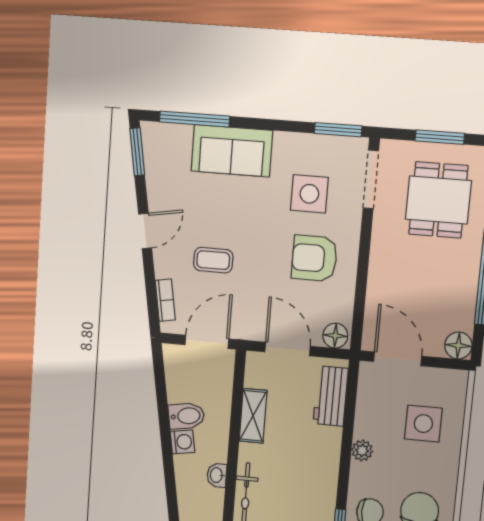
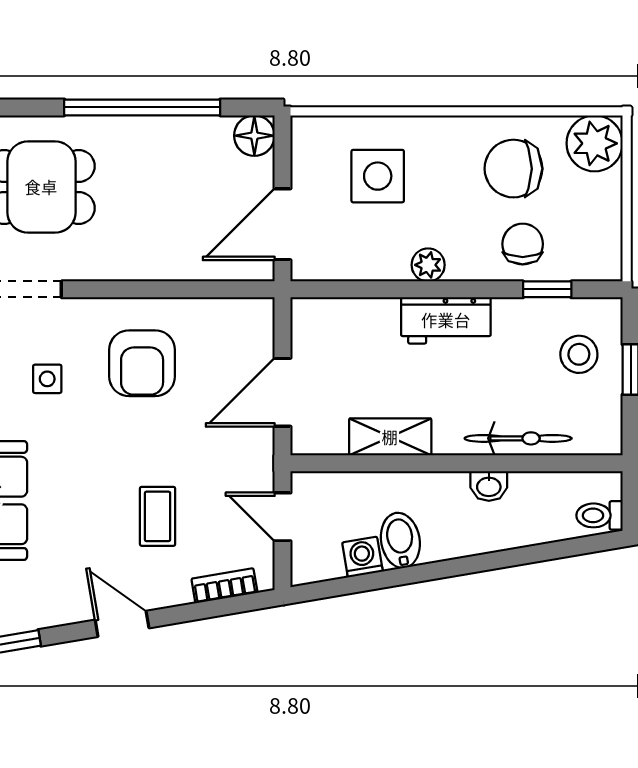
side table: (309, 194) -> (47, 379), width x0.54, depth x0.54
floor lamp: (335, 336) -> (256, 321), removed
door: (207, 342) -> (283, 517), width x0.73
workbench: (331, 396) -> (446, 320), moved
washing machine: (182, 442) -> (362, 557), moved

